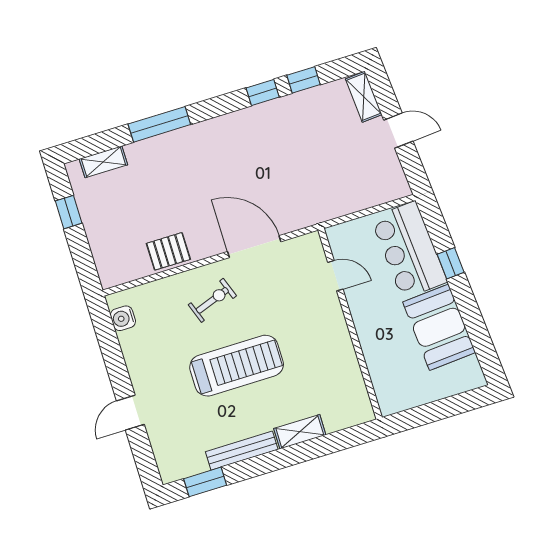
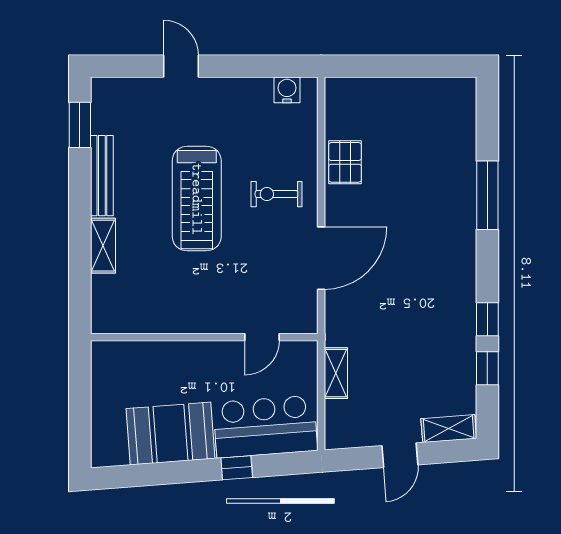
shelving: (103, 162) -> (336, 373), moved
window: (69, 212) -> (422, 66), removed
exercise bike: (212, 300) -> (276, 194), turned 110

